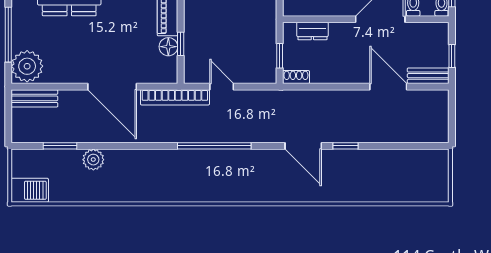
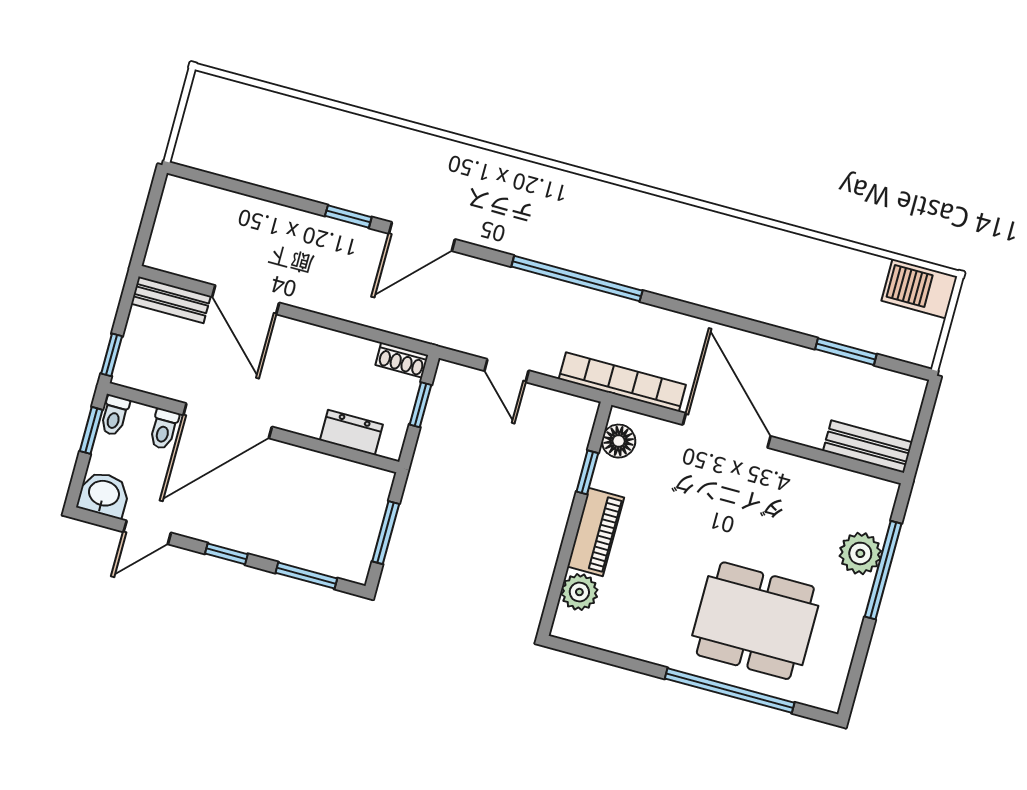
floor lamp: (168, 47) -> (619, 441), moved
window: (452, 56) -> (112, 355), moved
plant: (27, 66) -> (860, 553), moved, width x0.73, depth x0.73
door: (222, 87) -> (506, 371), moved
door: (303, 146) -> (422, 236), swing flipped
plant: (93, 160) -> (794, 312), removed

